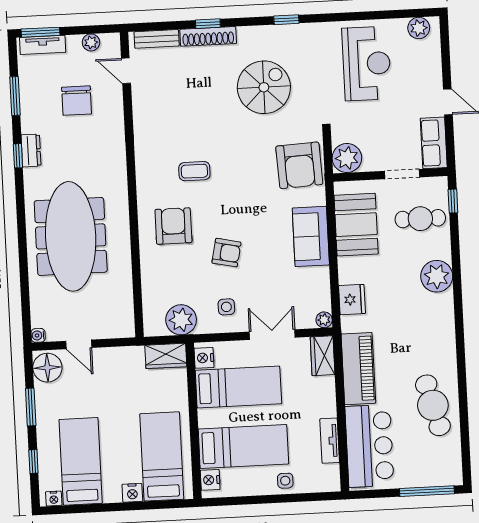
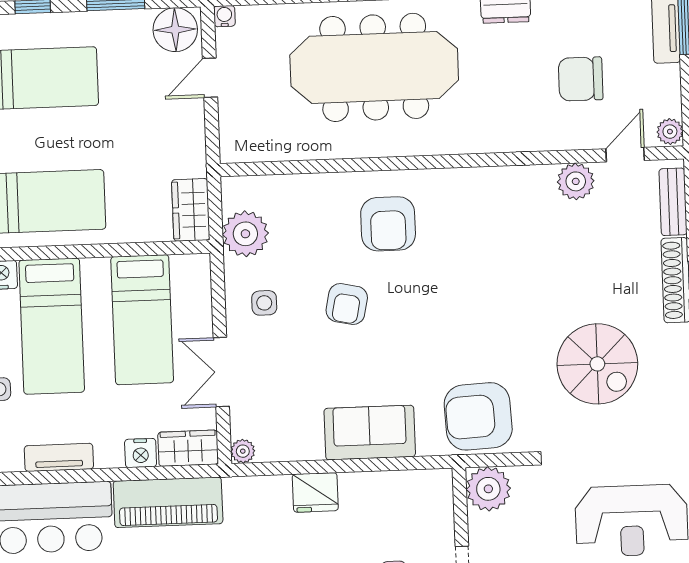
plant: (91, 42) -> (670, 132), moved
plant: (144, 103) -> (576, 181), added
coffee table: (194, 171) -> (471, 257), removed
booth: (356, 225) -> (387, 502), removed
armchair: (173, 226) -> (388, 224), turned 90
fridge: (352, 300) -> (315, 492), moved
double door: (272, 335) -> (221, 372), swing flipped
nightstand: (204, 358) -> (141, 453), moved, turned 180

